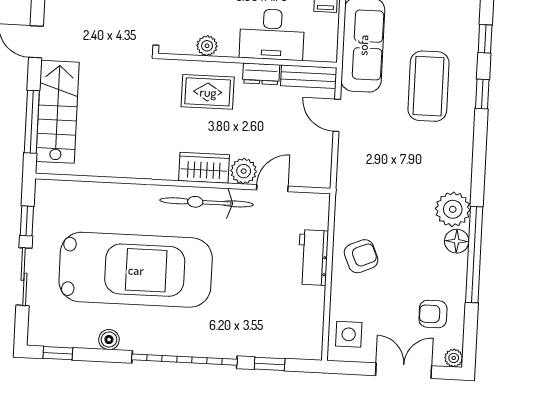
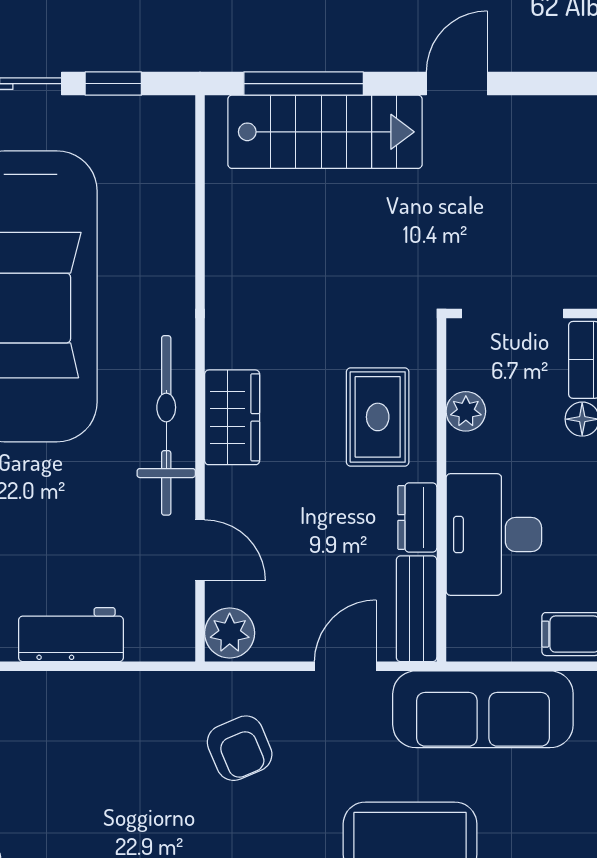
plant: (244, 171) -> (230, 633), moved
armchair: (361, 256) -> (240, 748), moved

